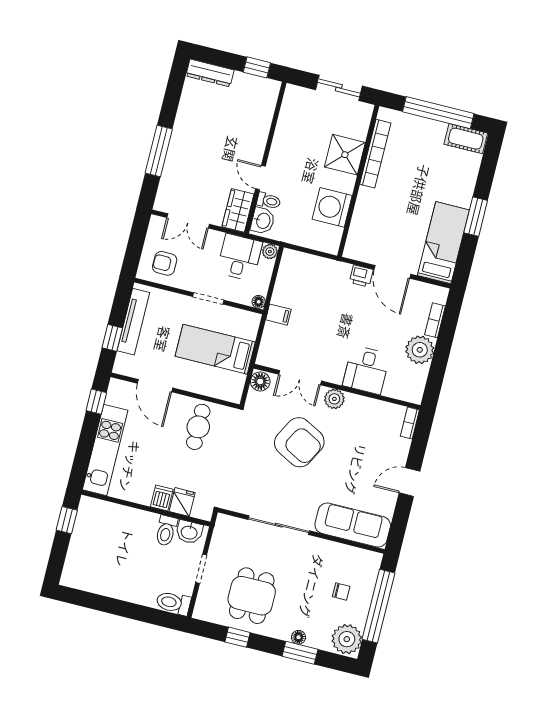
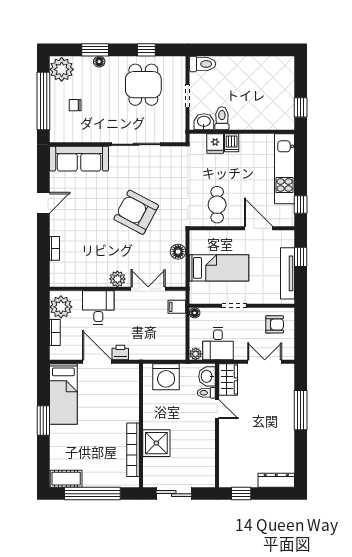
washing machine: (332, 207) -> (166, 377), moved, turned 90
desk: (366, 370) -> (98, 307), moved
double door: (300, 378) -> (148, 289), moved
wall: (337, 387) -> (118, 289), moved
plant: (334, 399) -> (117, 279), moved

